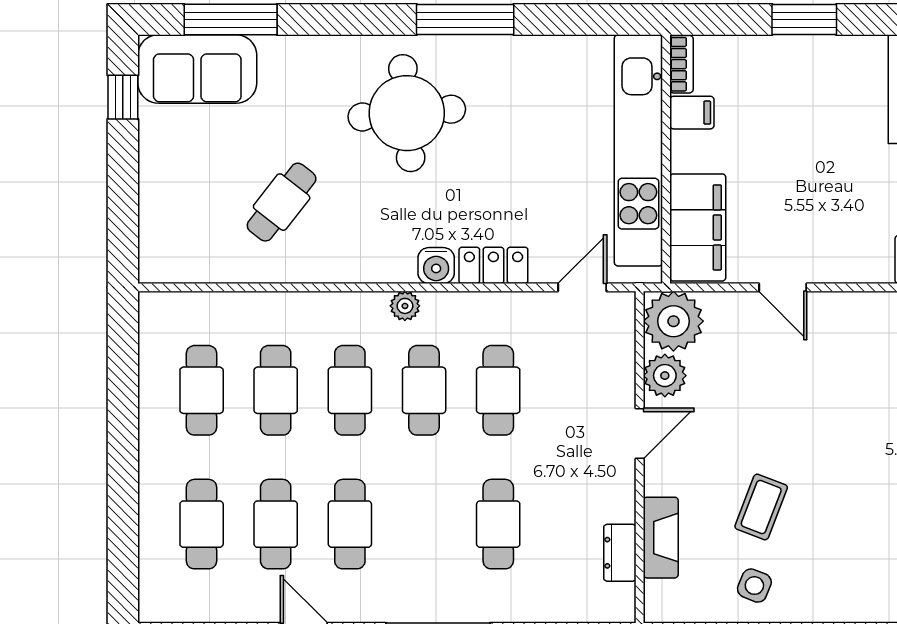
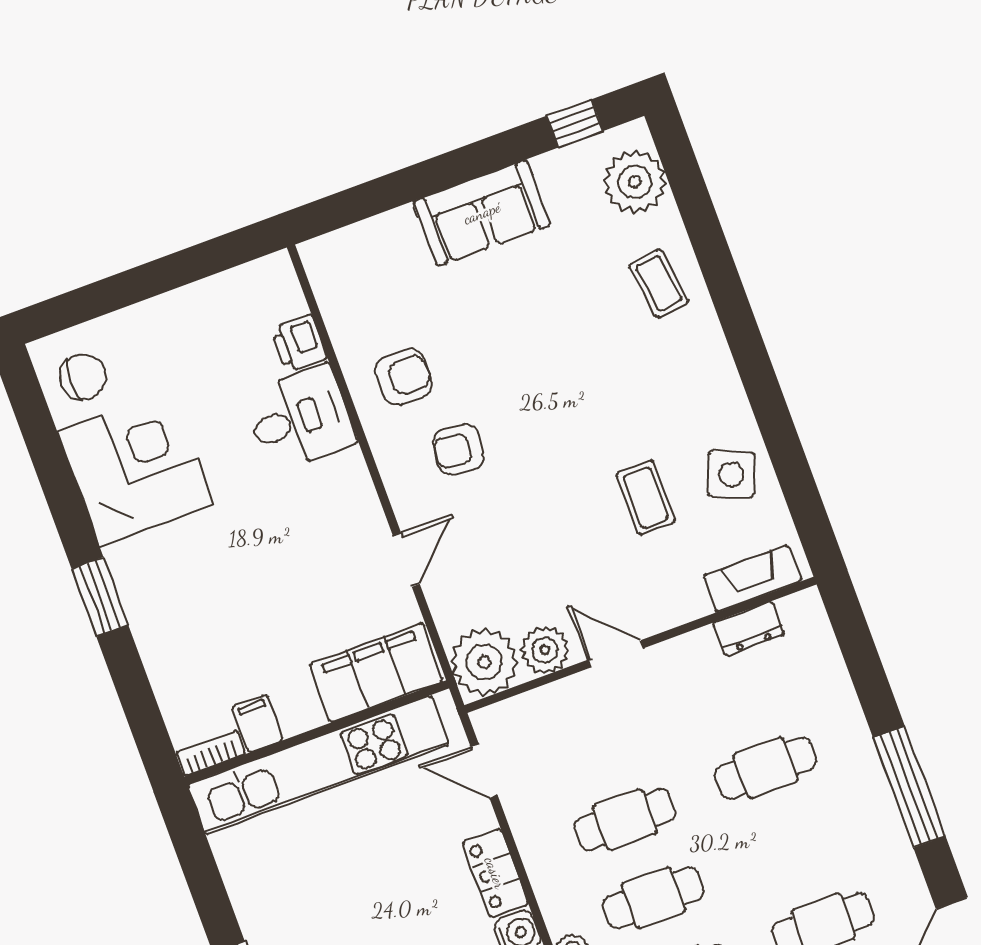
window: (804, 20) -> (100, 597), moved
armchair: (859, 365) -> (458, 450), added
coffee table: (761, 507) -> (646, 498), turned 69
fireplace: (661, 538) -> (752, 578), moved
side table: (754, 586) -> (731, 474), width x1.37, depth x1.37

